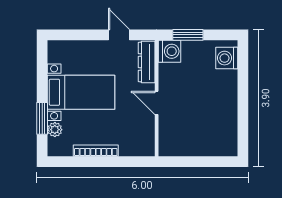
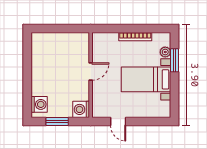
window: (188, 35) -> (57, 121), moved
dresser: (147, 62) -> (98, 102), removed
door: (157, 103) -> (91, 72), hinge flipped

